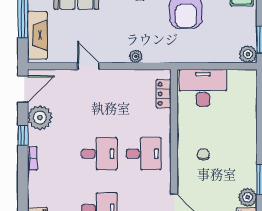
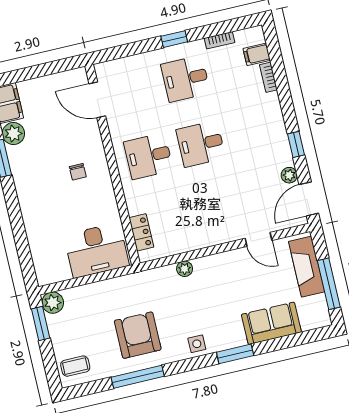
door: (88, 66) -> (259, 239), moved
plant: (40, 118) -> (289, 175), width x0.53, depth x0.53
bookcase: (32, 158) -> (268, 77), moved

